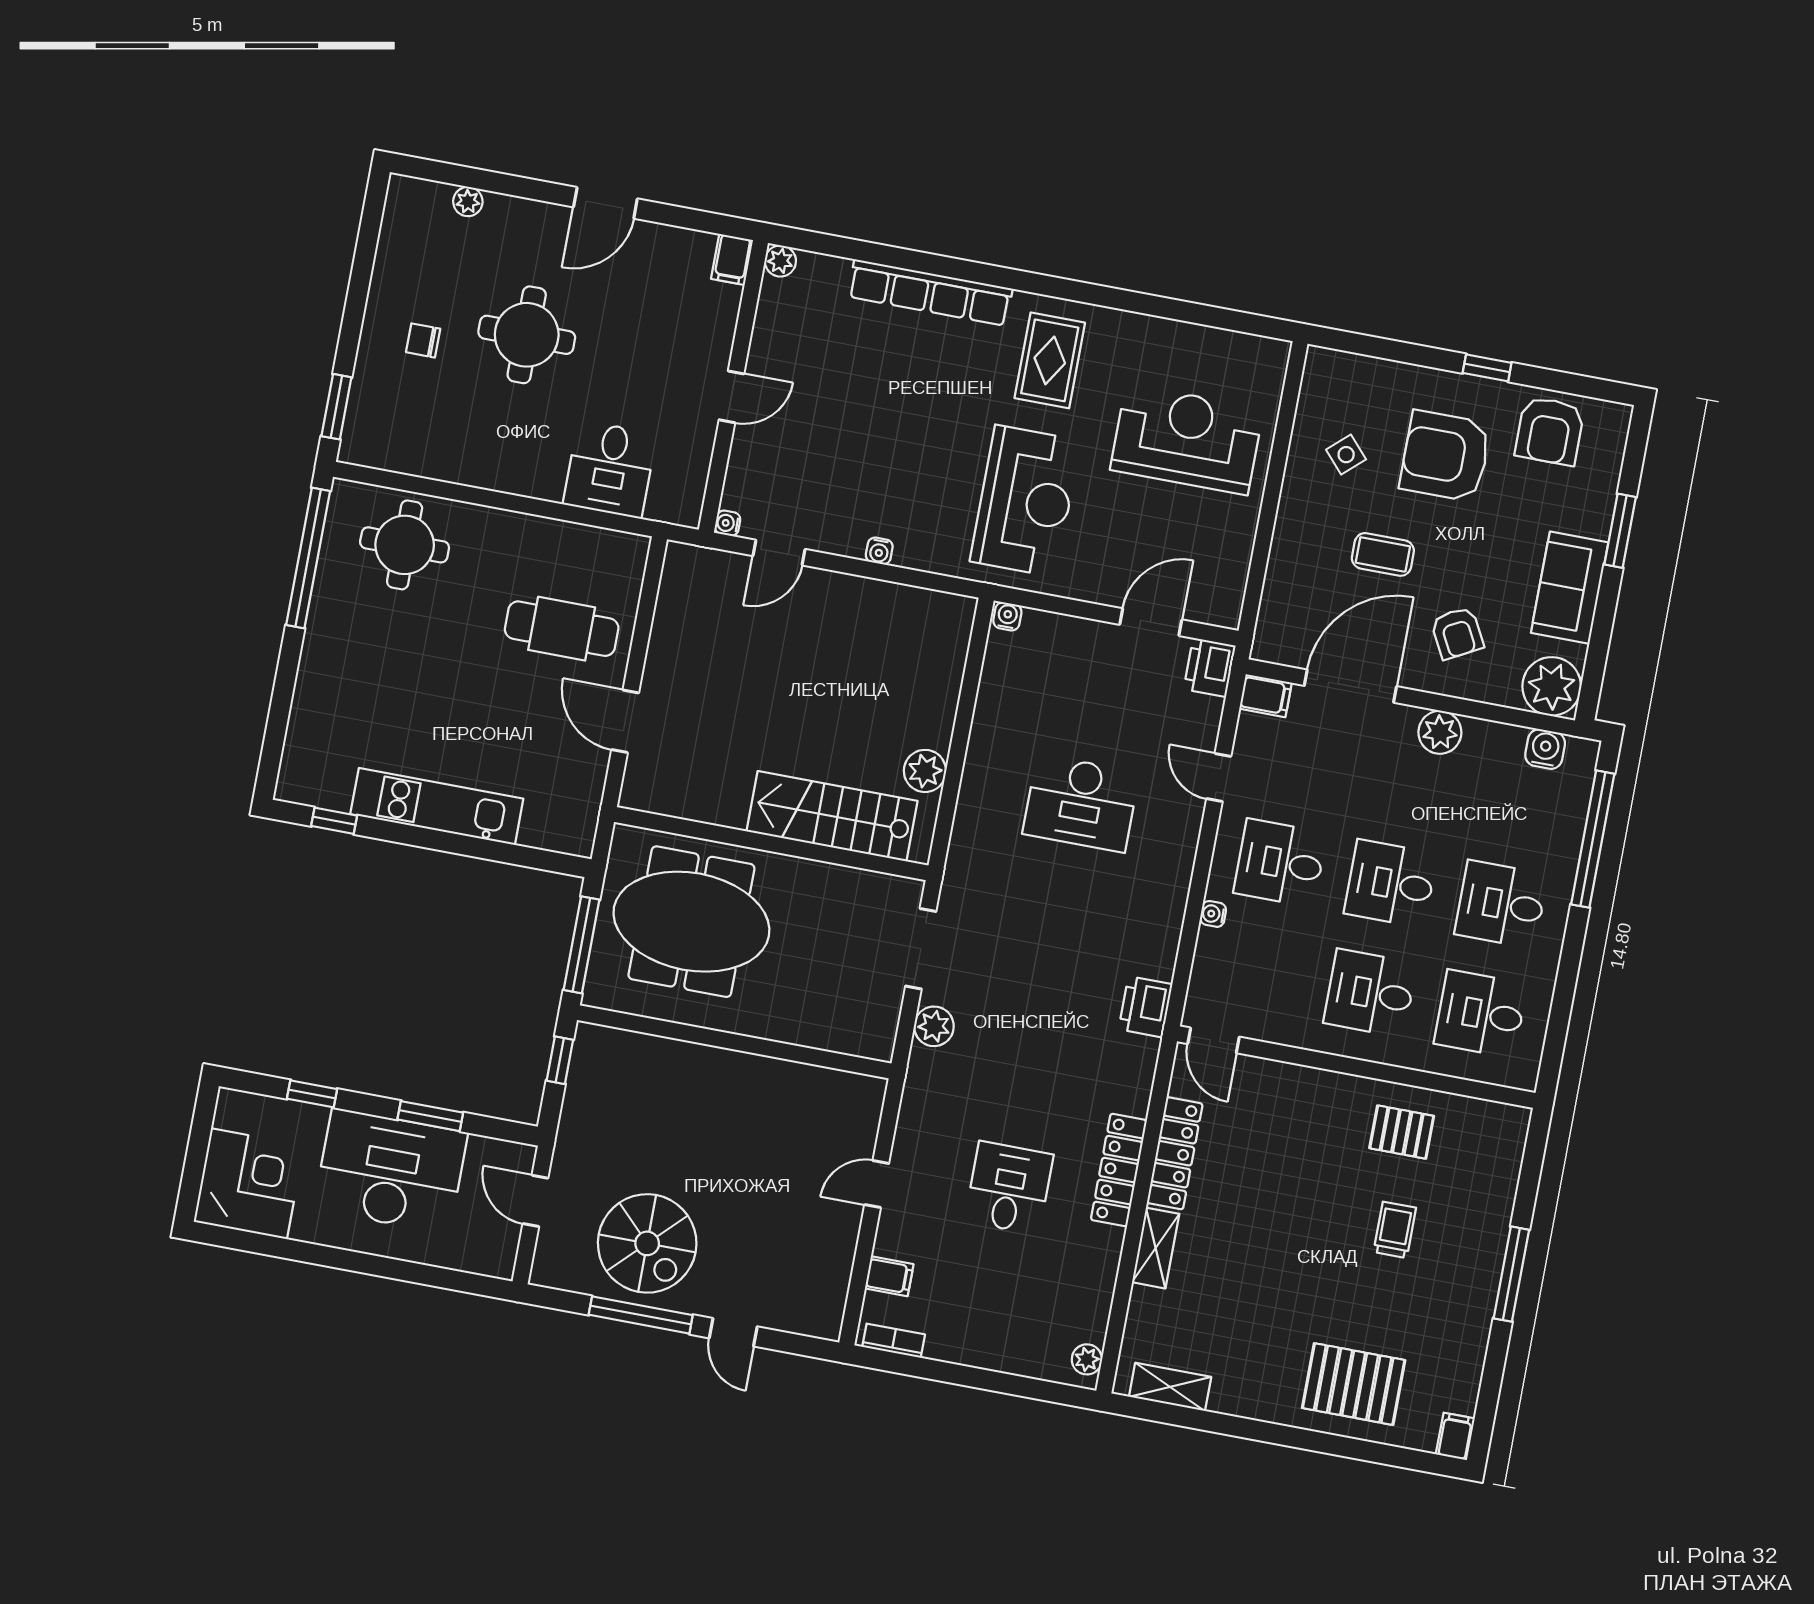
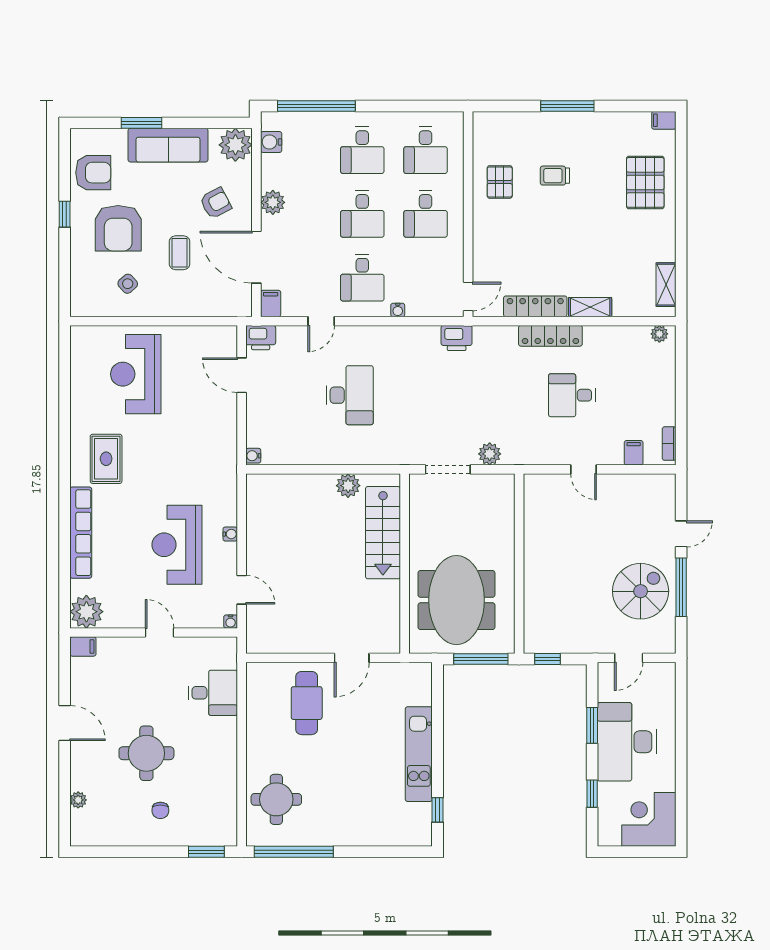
plant: (780, 261) -> (86, 612), width x1.88, depth x1.88
rug: (1050, 360) -> (106, 459), turned 90
reception desk: (1025, 501) -> (177, 545), moved, turned -90
sofa: (1570, 588) -> (168, 145), width x1.36

